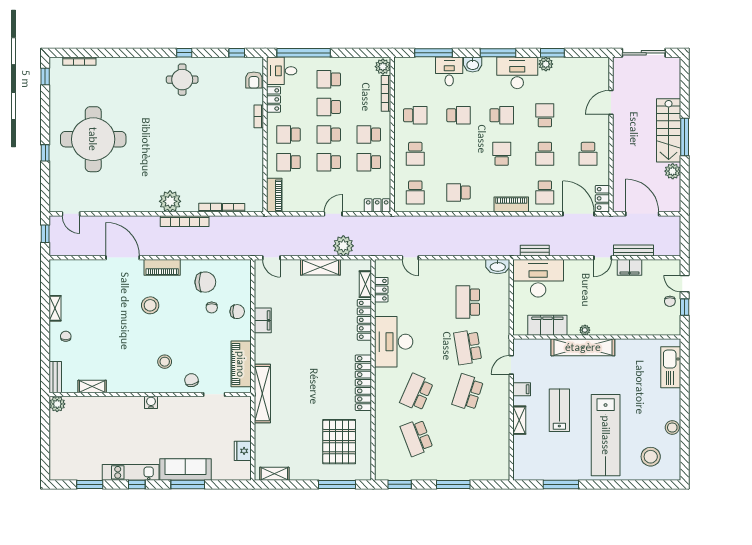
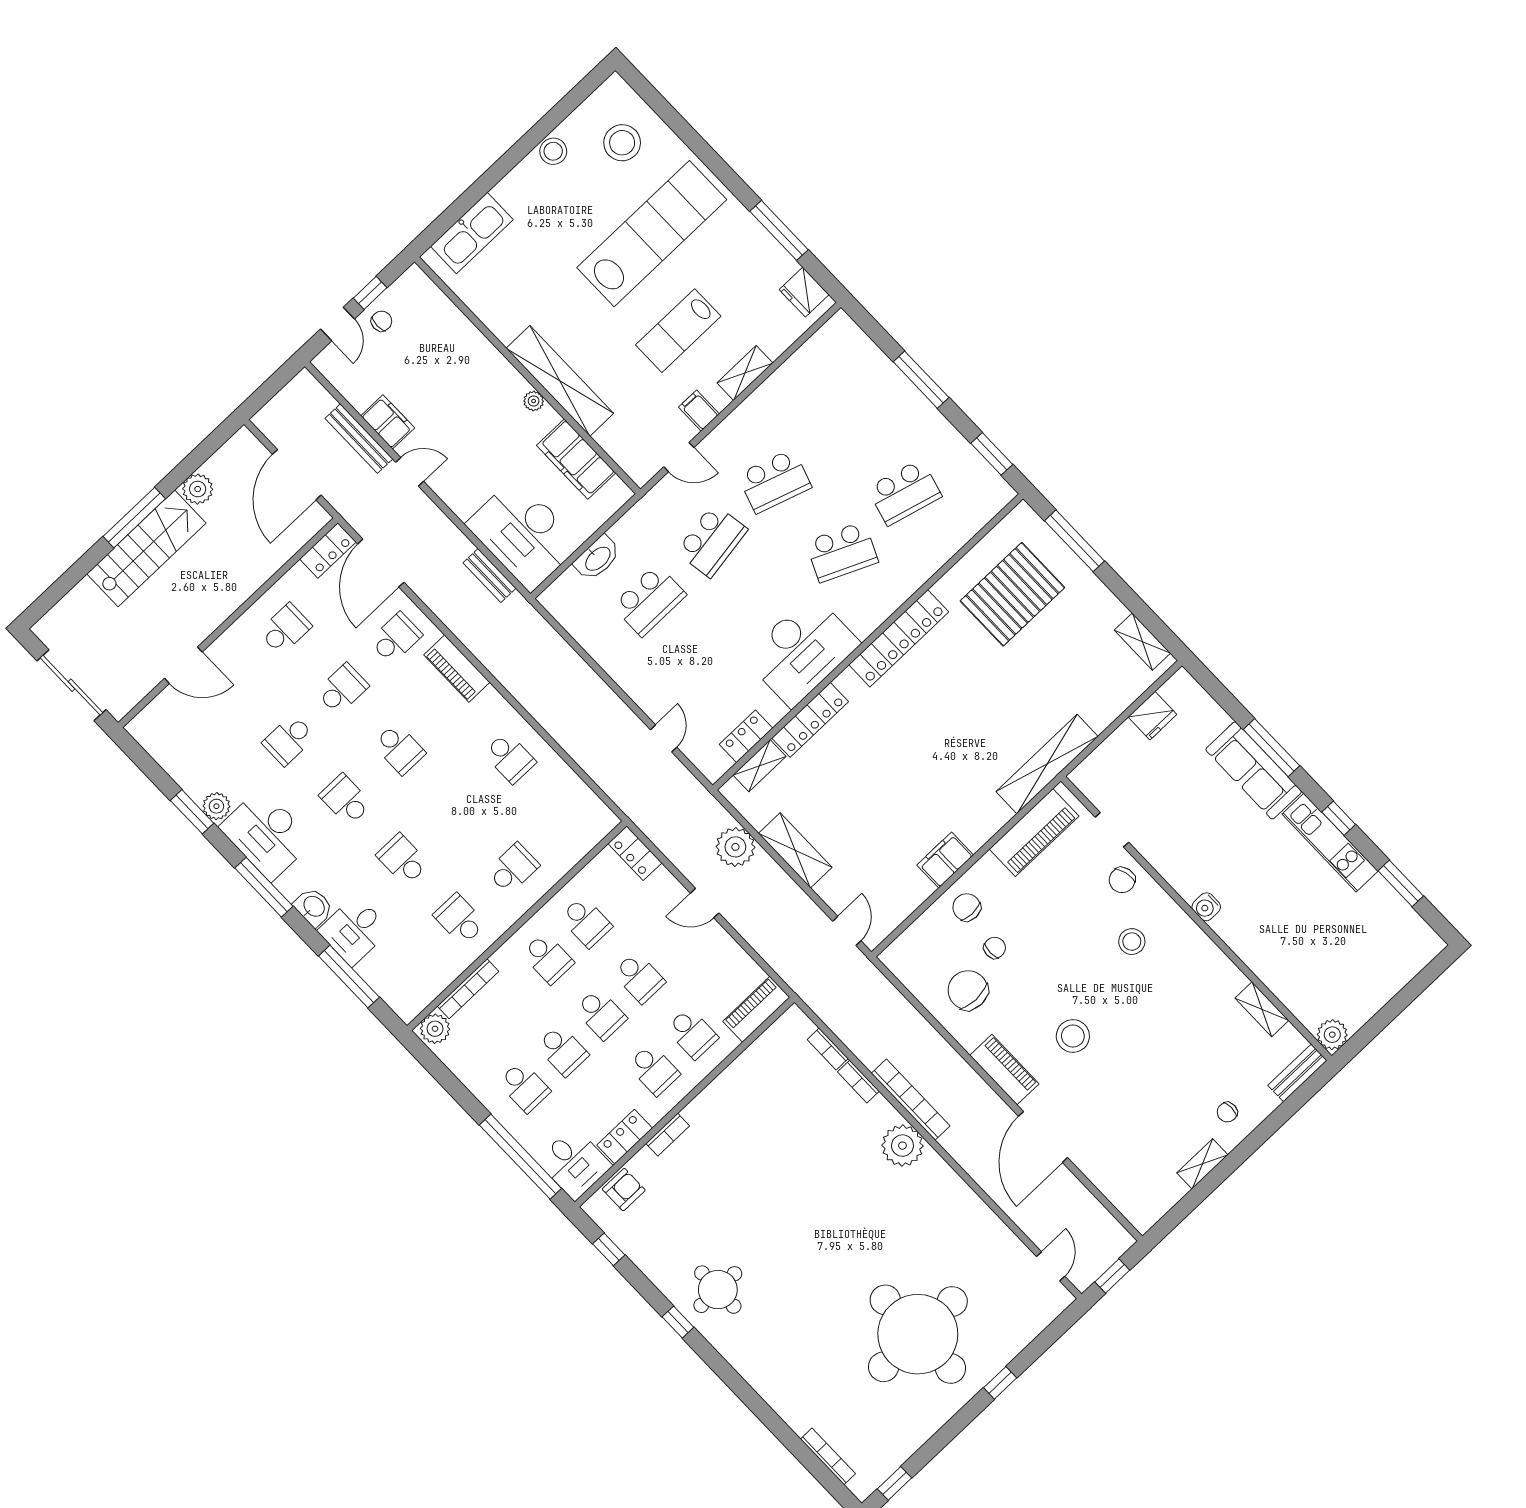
school desk: (502, 154) -> (399, 749), turned -90
school desk: (415, 192) -> (567, 817), removed
washbasin: (498, 267) -> (597, 558), moved, turned 90
school desk: (417, 438) -> (904, 492), turned 36
fridge: (529, 472) -> (804, 292), added

